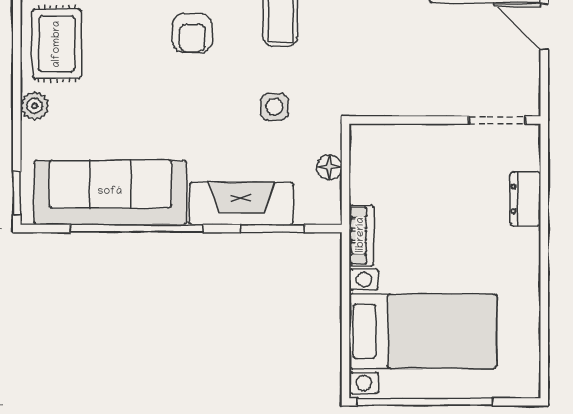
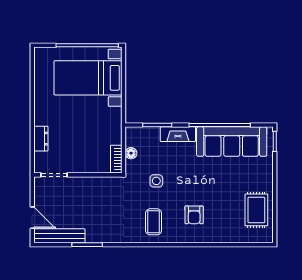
armchair: (192, 33) -> (194, 215), turned 180
plant: (35, 106) -> (267, 181), removed
fireplace: (241, 204) -> (178, 134), width x0.73, depth x0.76
bookcase: (361, 235) -> (116, 159), moved

